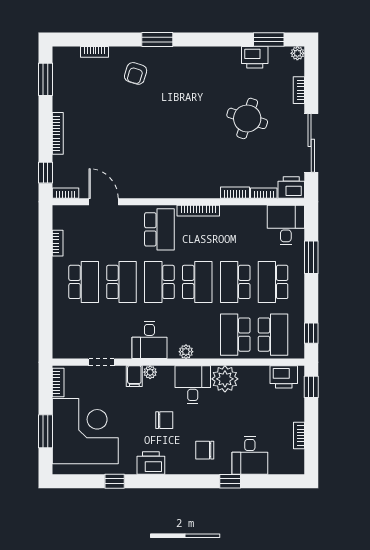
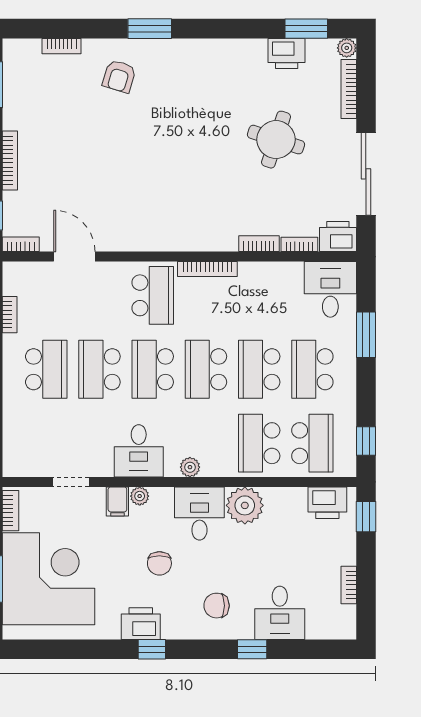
bookcase: (299, 90) -> (349, 89), width x1.56
school desk: (122, 282) -> (99, 369), turned 180
school desk: (197, 282) -> (206, 369), turned 180
chair: (164, 420) -> (159, 563), turned 90
window: (115, 481) -> (152, 649), moved

